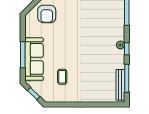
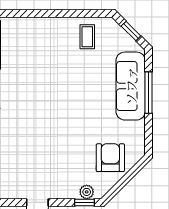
coffee table: (62, 77) -> (87, 37), moved

